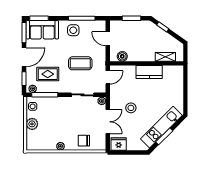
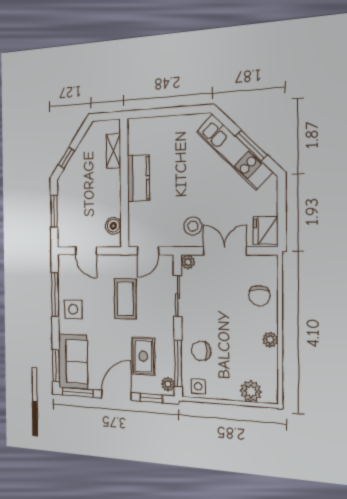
door: (108, 39) -> (86, 251), hinge flipped
door: (24, 57) -> (116, 395), hinge flipped
door: (108, 77) -> (148, 251), swing flipped
chair: (53, 108) -> (201, 351), added
stool: (131, 108) -> (193, 226), moved
plant: (32, 124) -> (251, 391), moved

